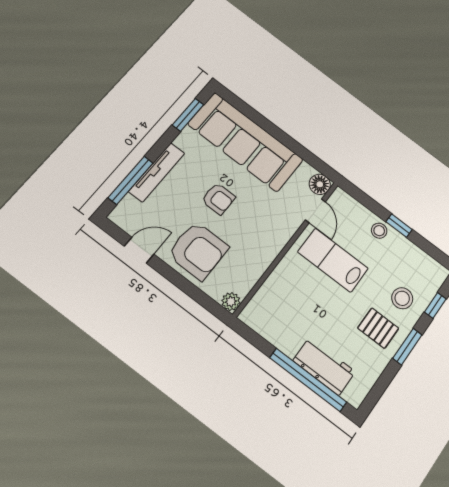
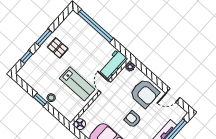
door: (315, 211) -> (105, 87), moved
armchair: (198, 251) -> (144, 93), turned 180
stool: (402, 298) -> (43, 62), removed
workbench: (324, 366) -> (113, 64), moved, turned 90

